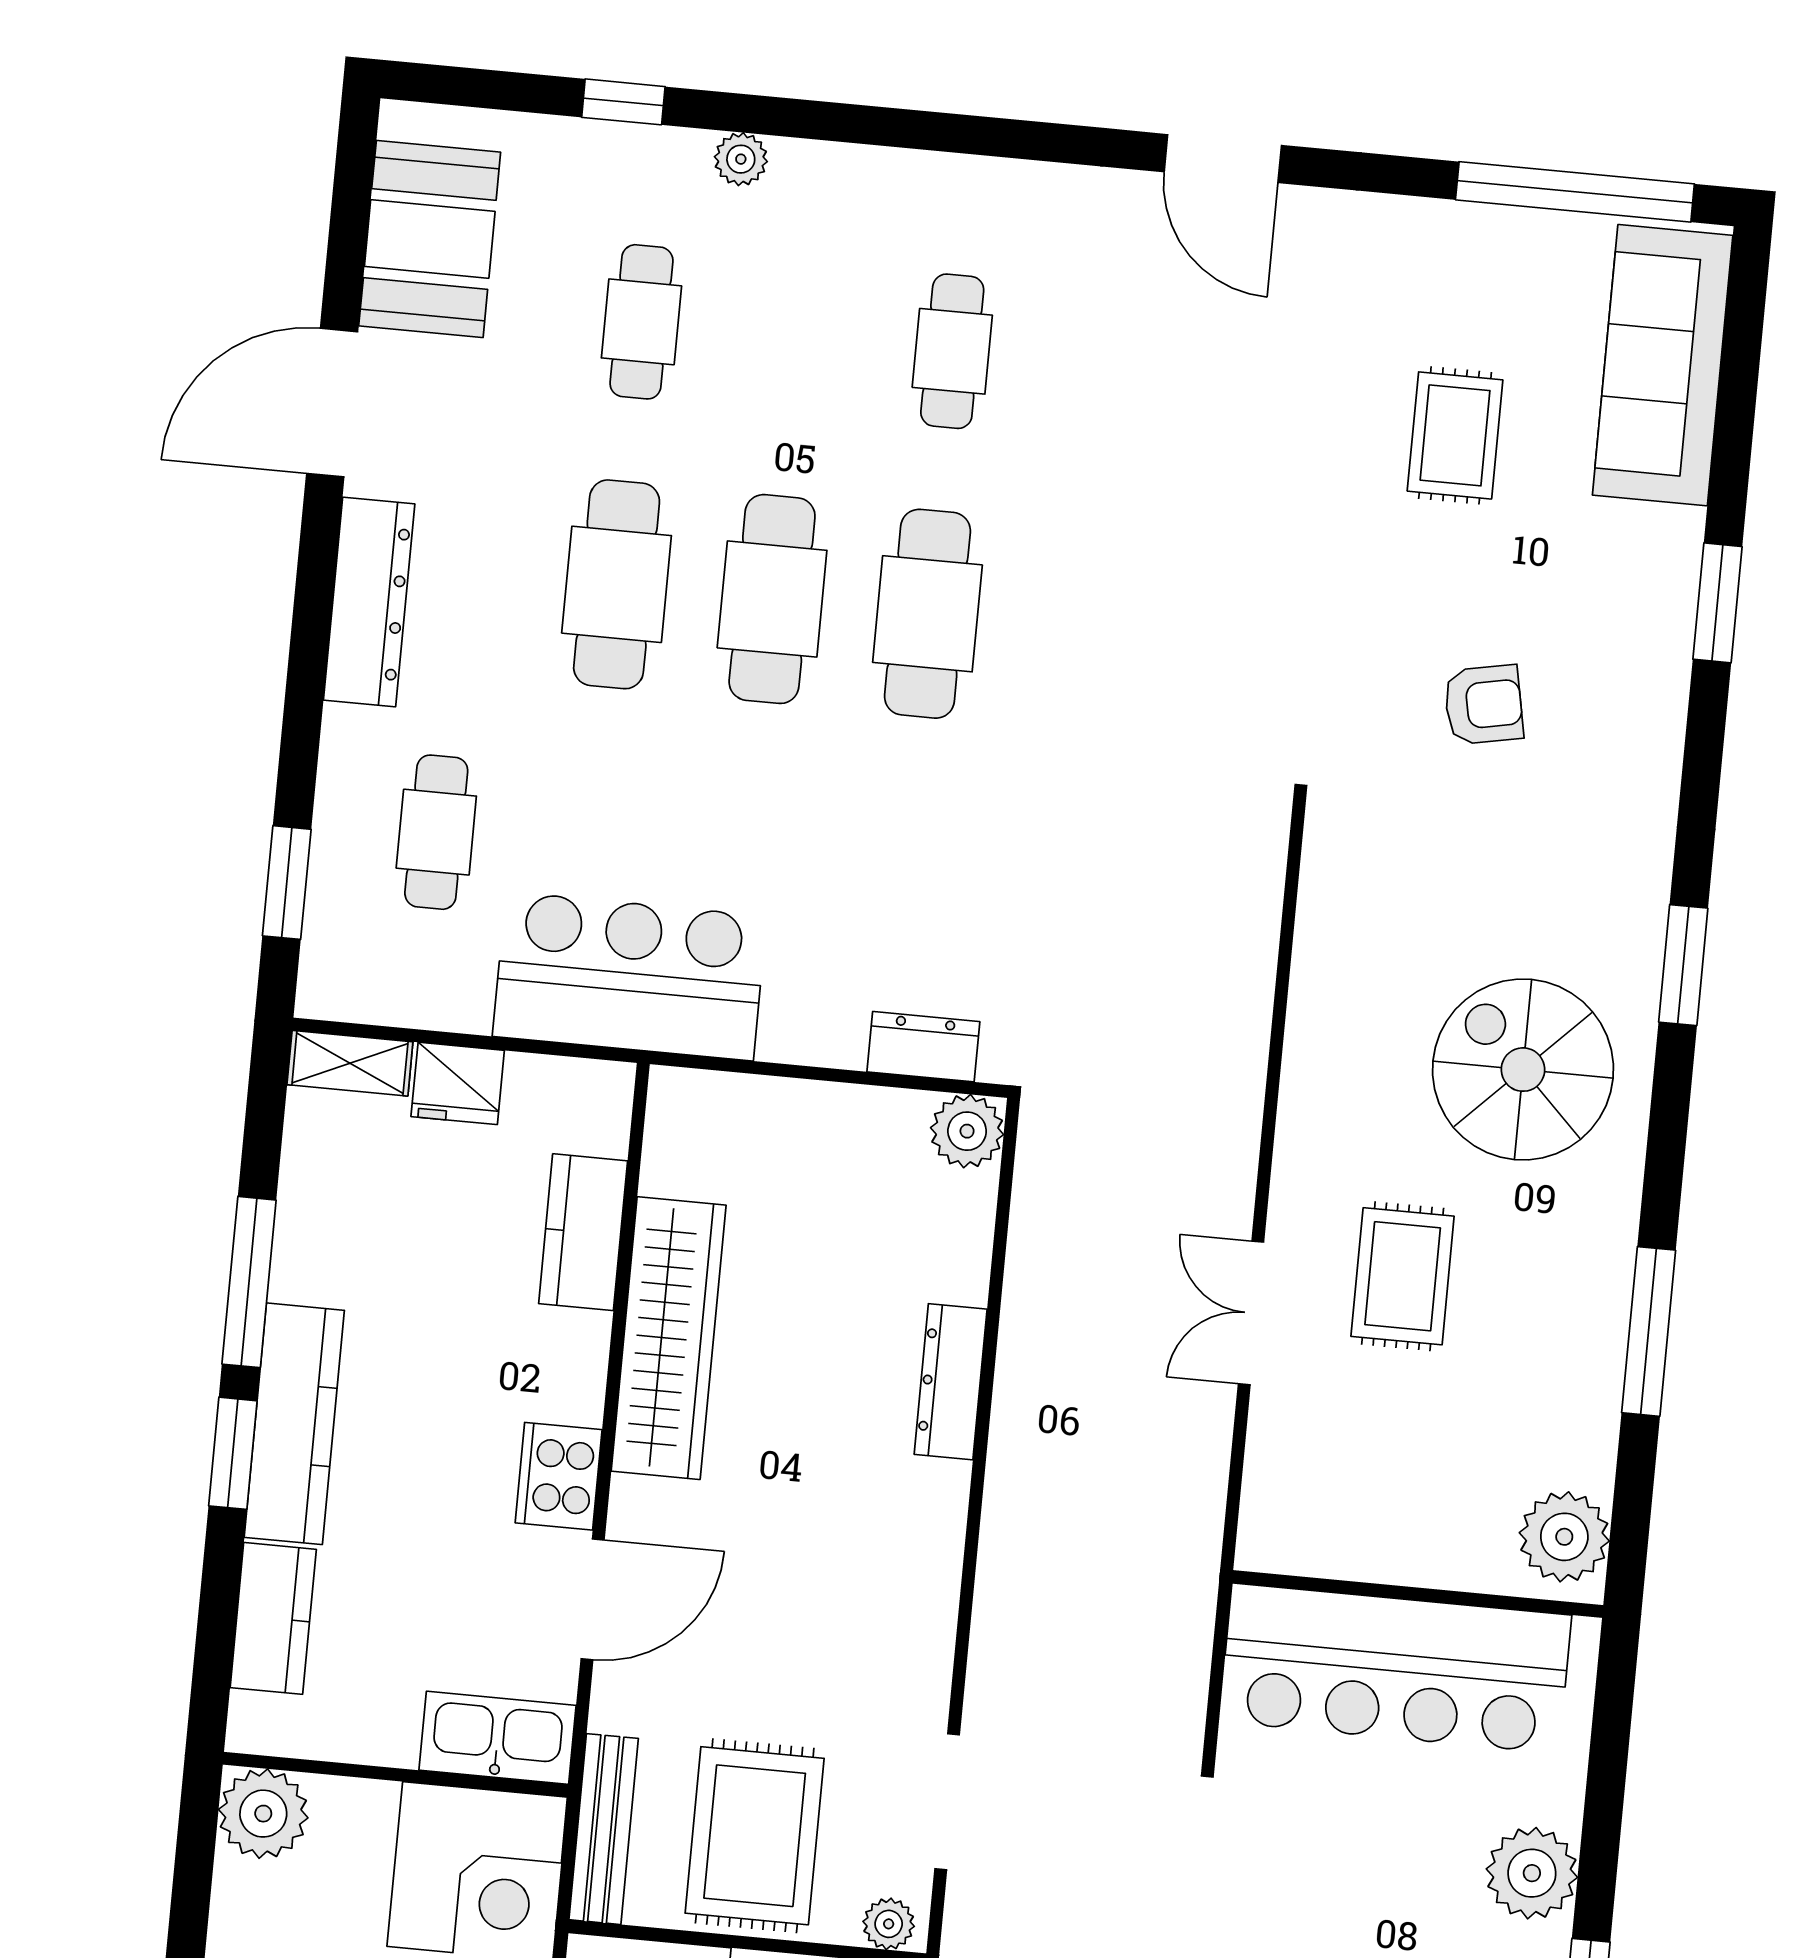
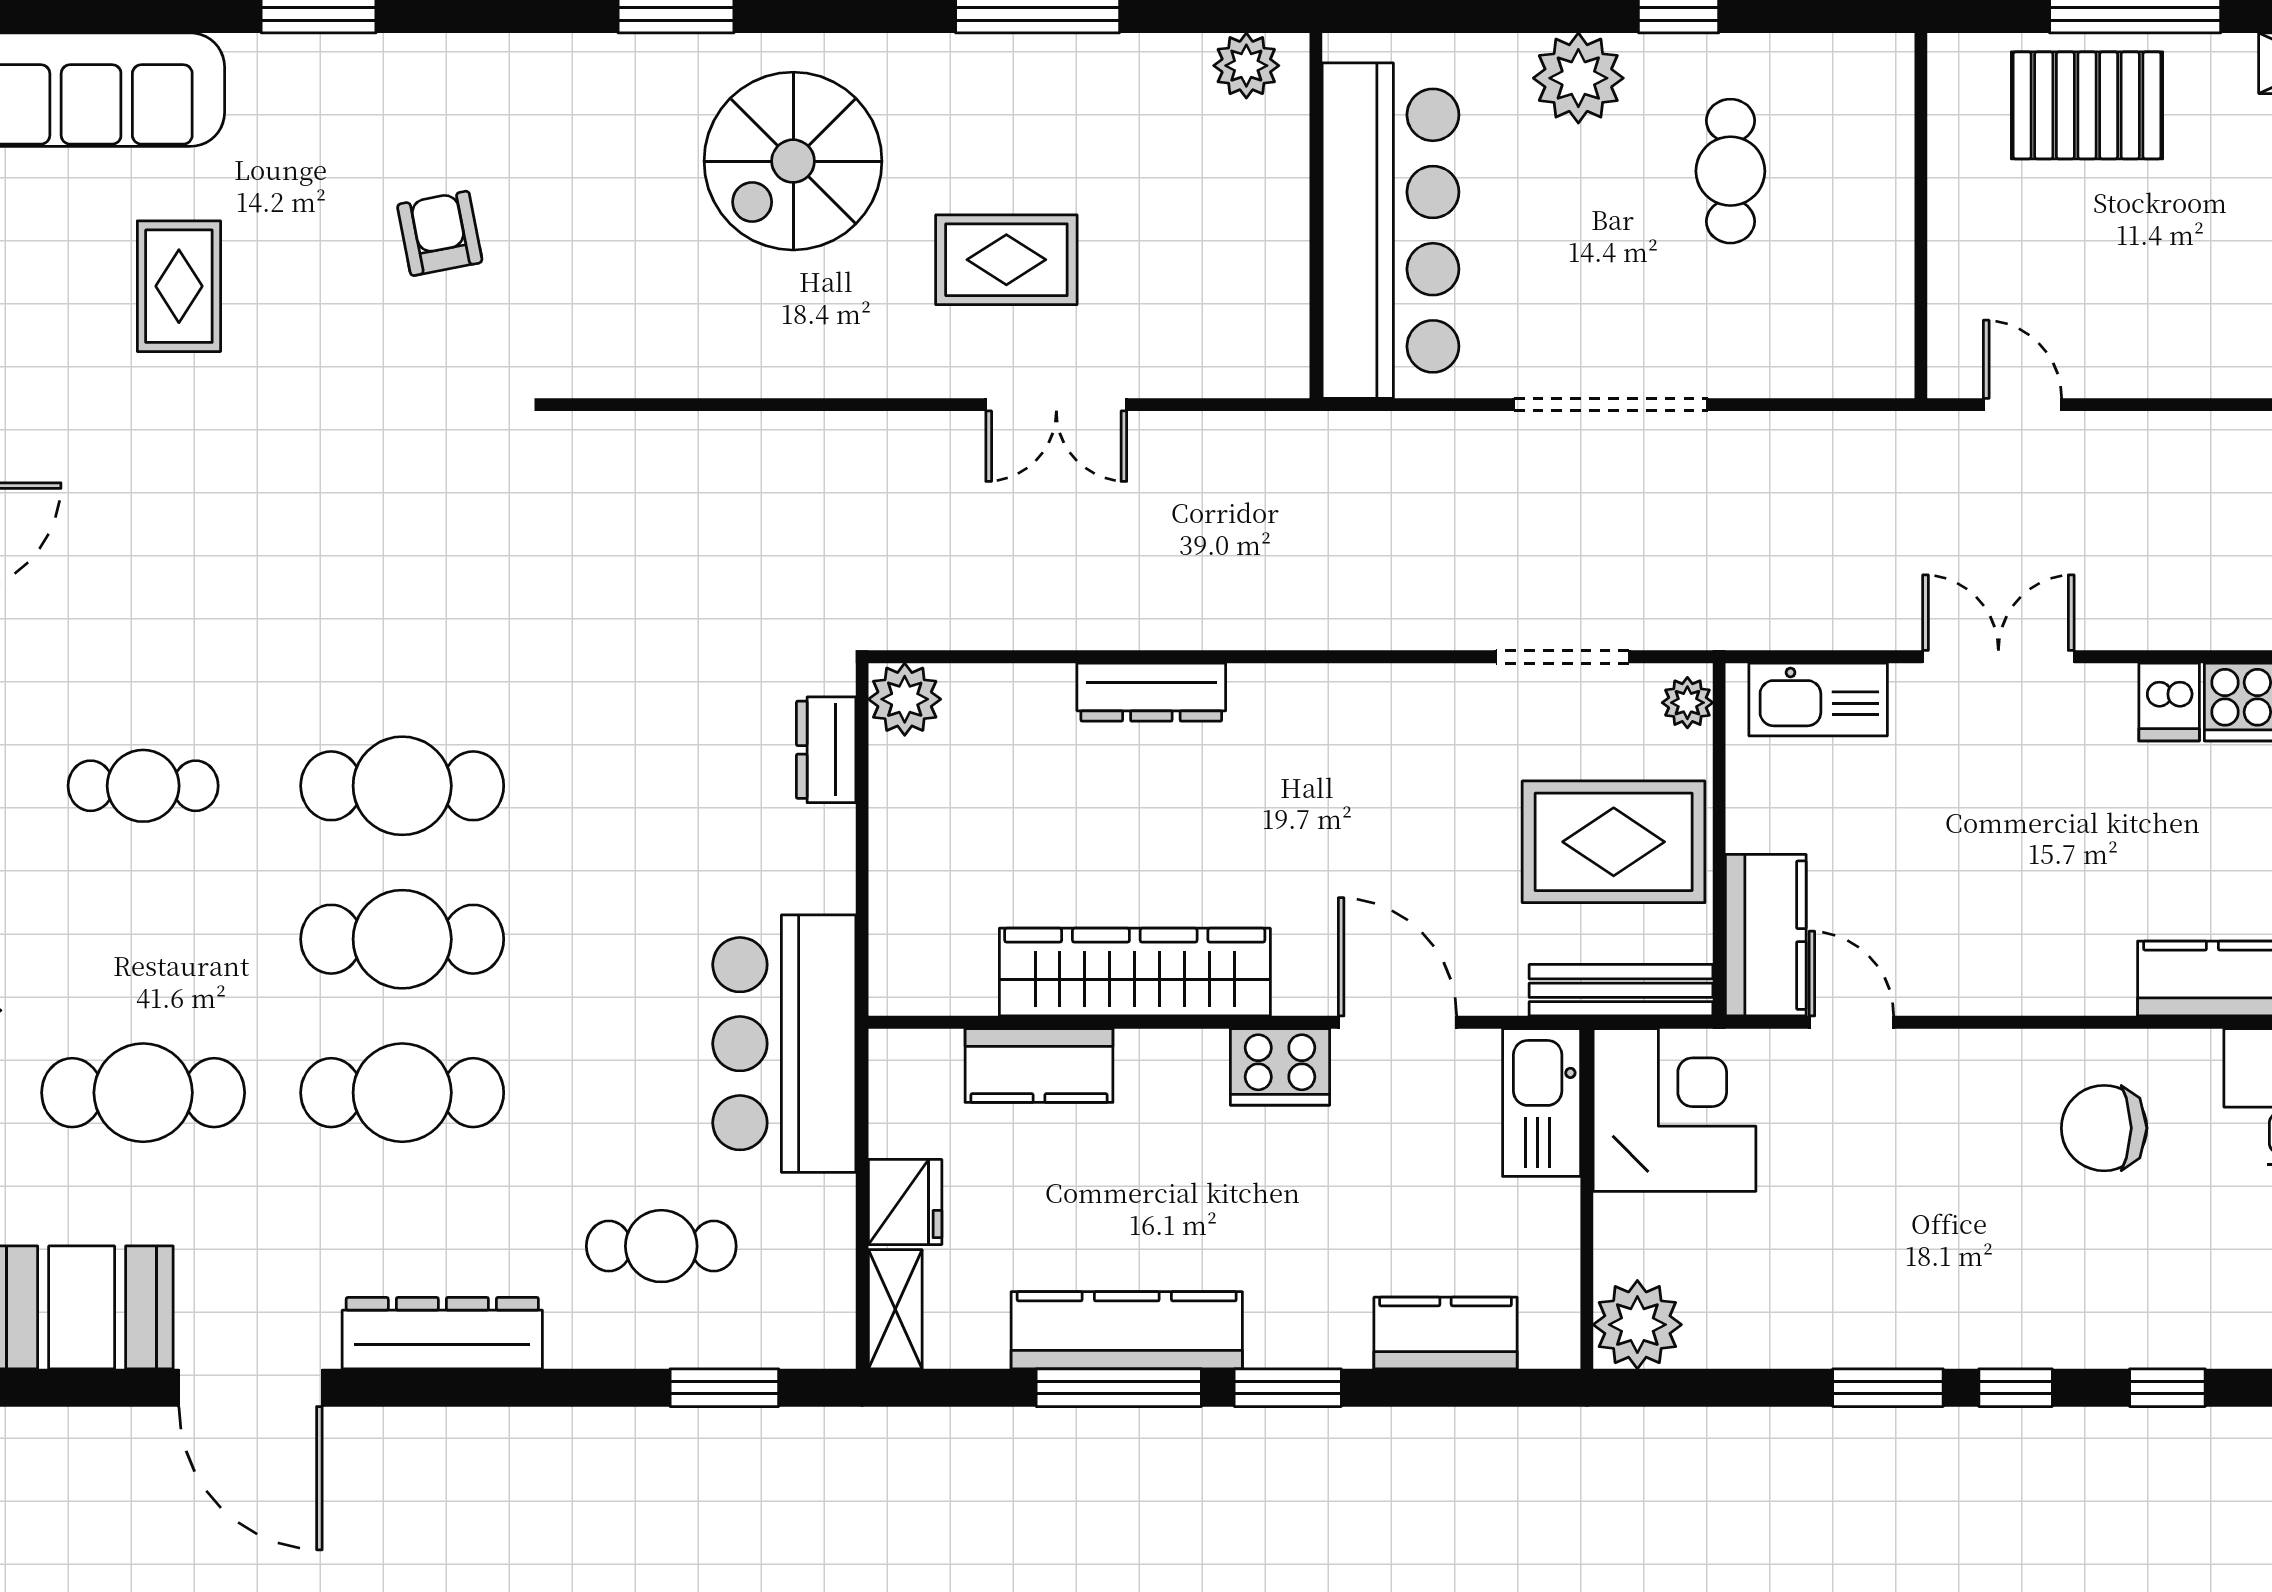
cafe table: (641, 322) -> (143, 1093), width x1.37, depth x1.35
rug: (1455, 435) -> (179, 286), turned 90
kitchen counter: (294, 1424) -> (1127, 1330), moved
plant: (1564, 1537) -> (1246, 66), width x0.73, depth x0.73

